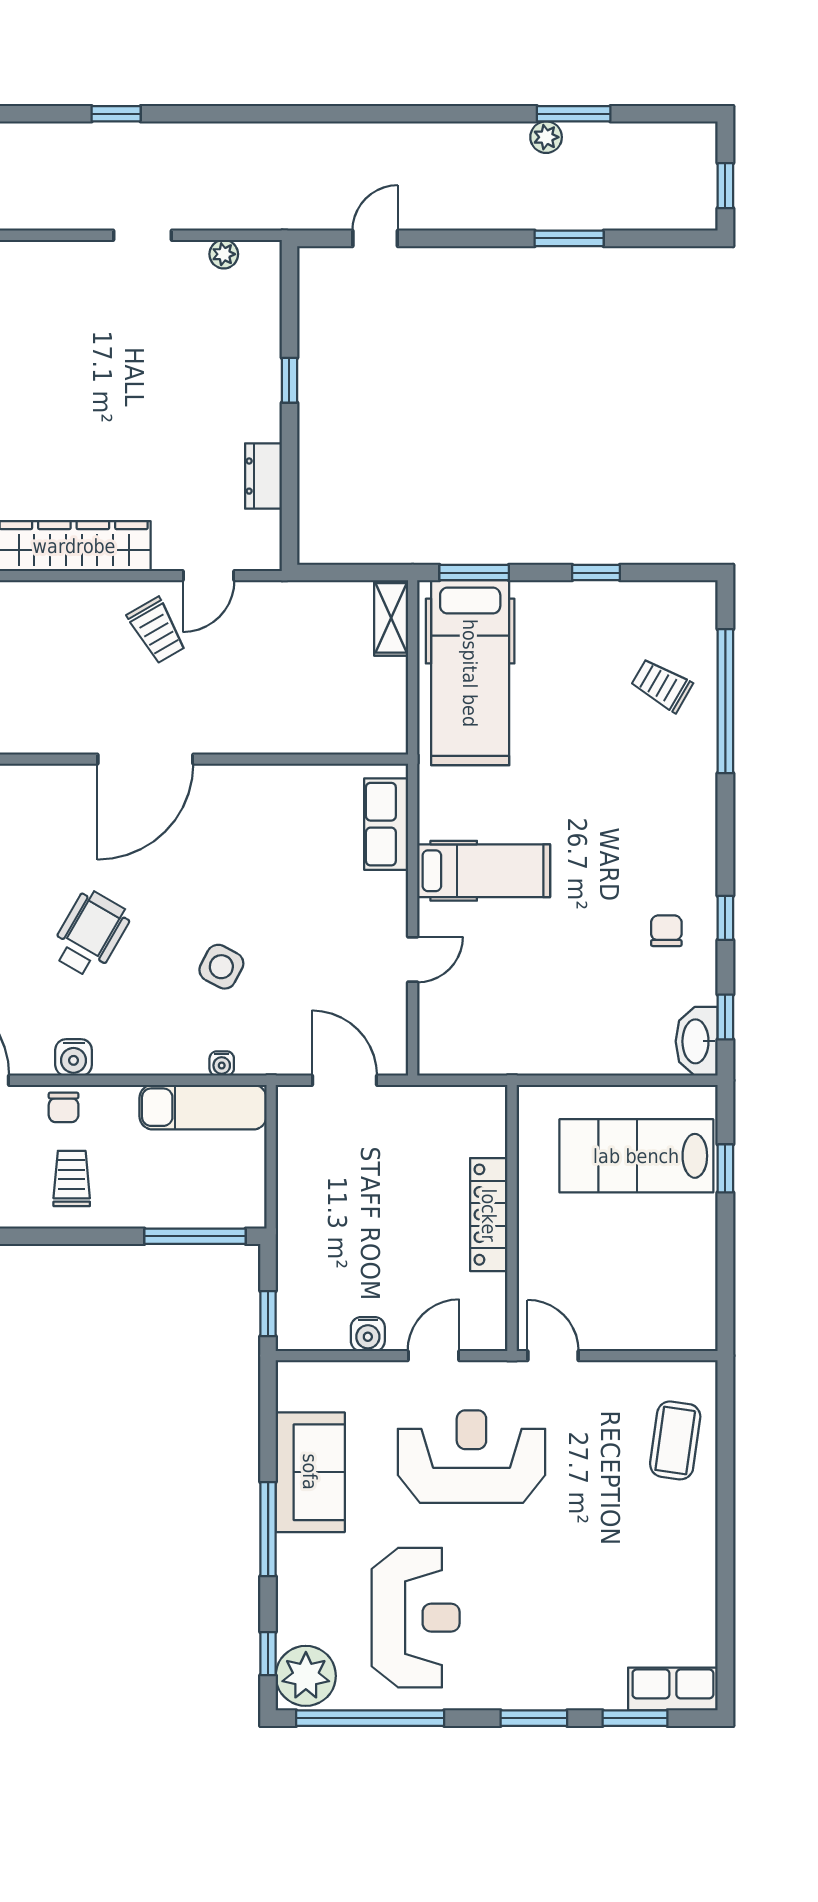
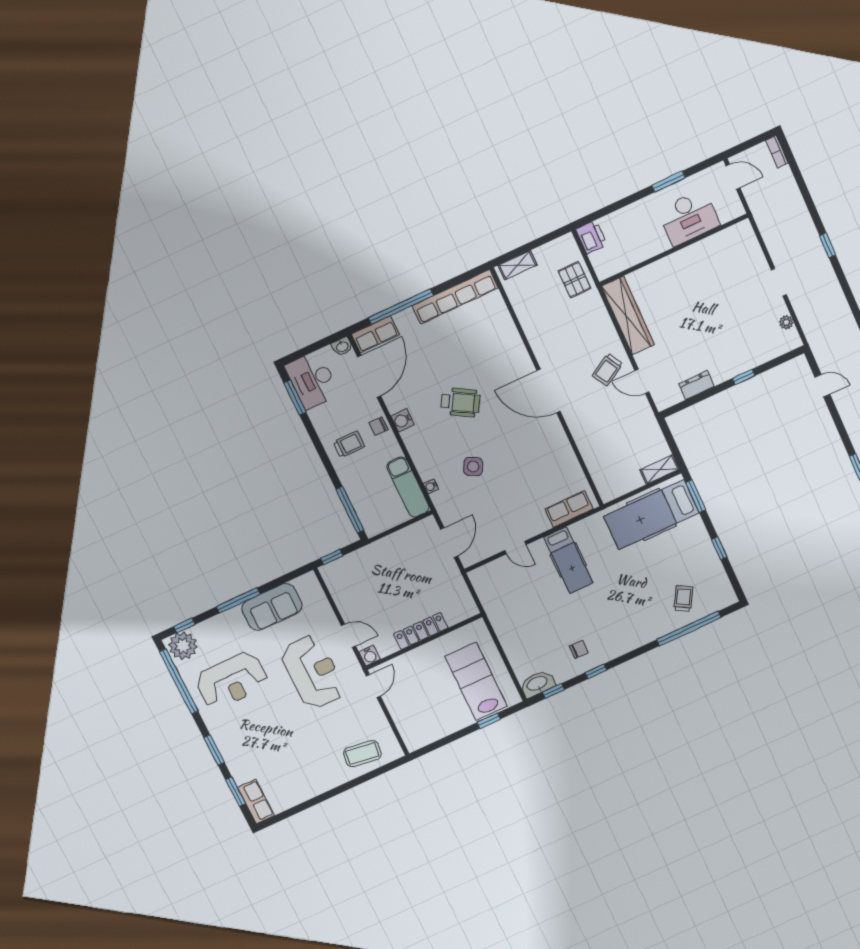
water cooler: (368, 1334) -> (370, 656), moved, turned -90

